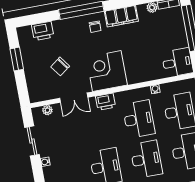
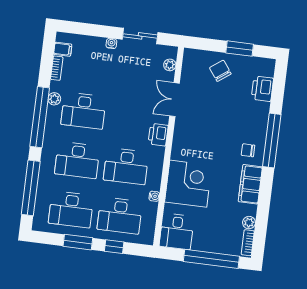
chair: (60, 66) -> (220, 71), moved
corner desk: (107, 71) -> (188, 184), moved

